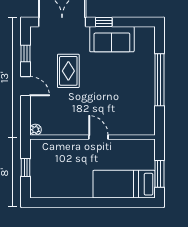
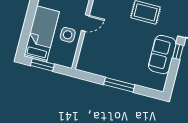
window: (159, 80) -> (119, 85), width x0.68
side table: (117, 154) -> (68, 35), added

